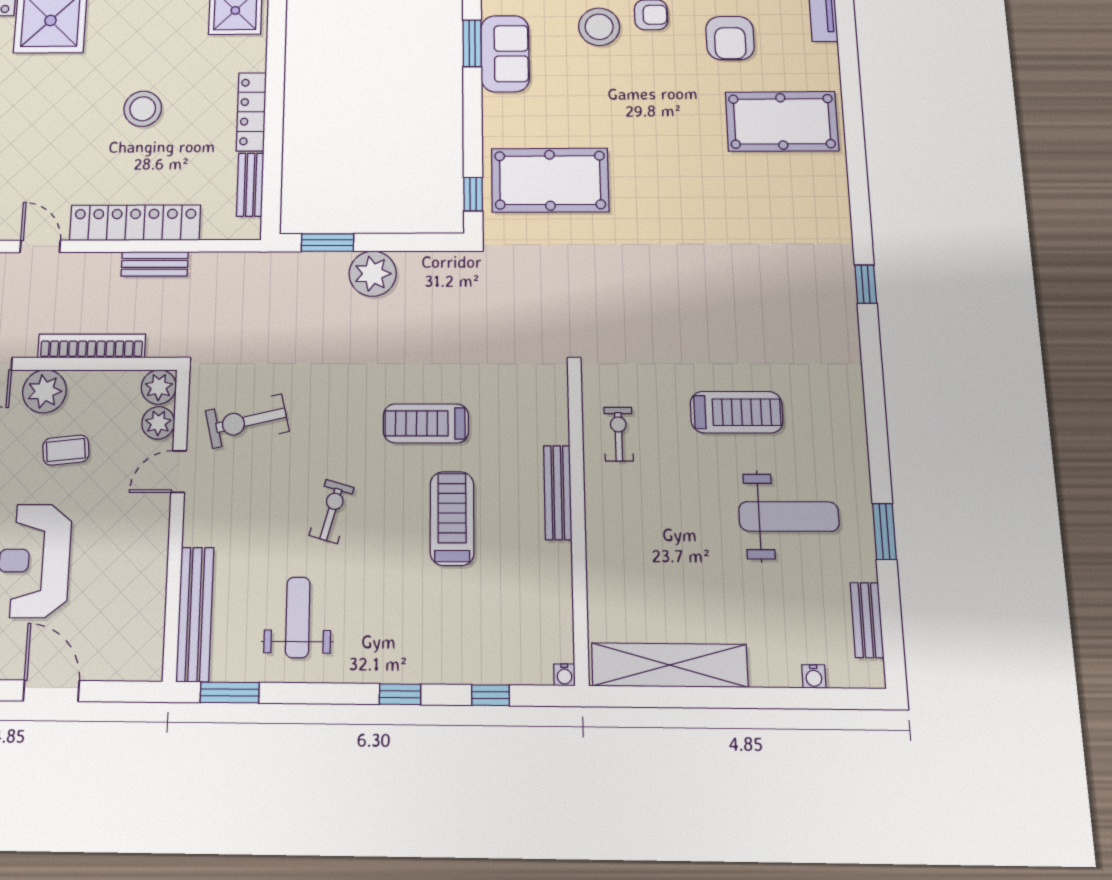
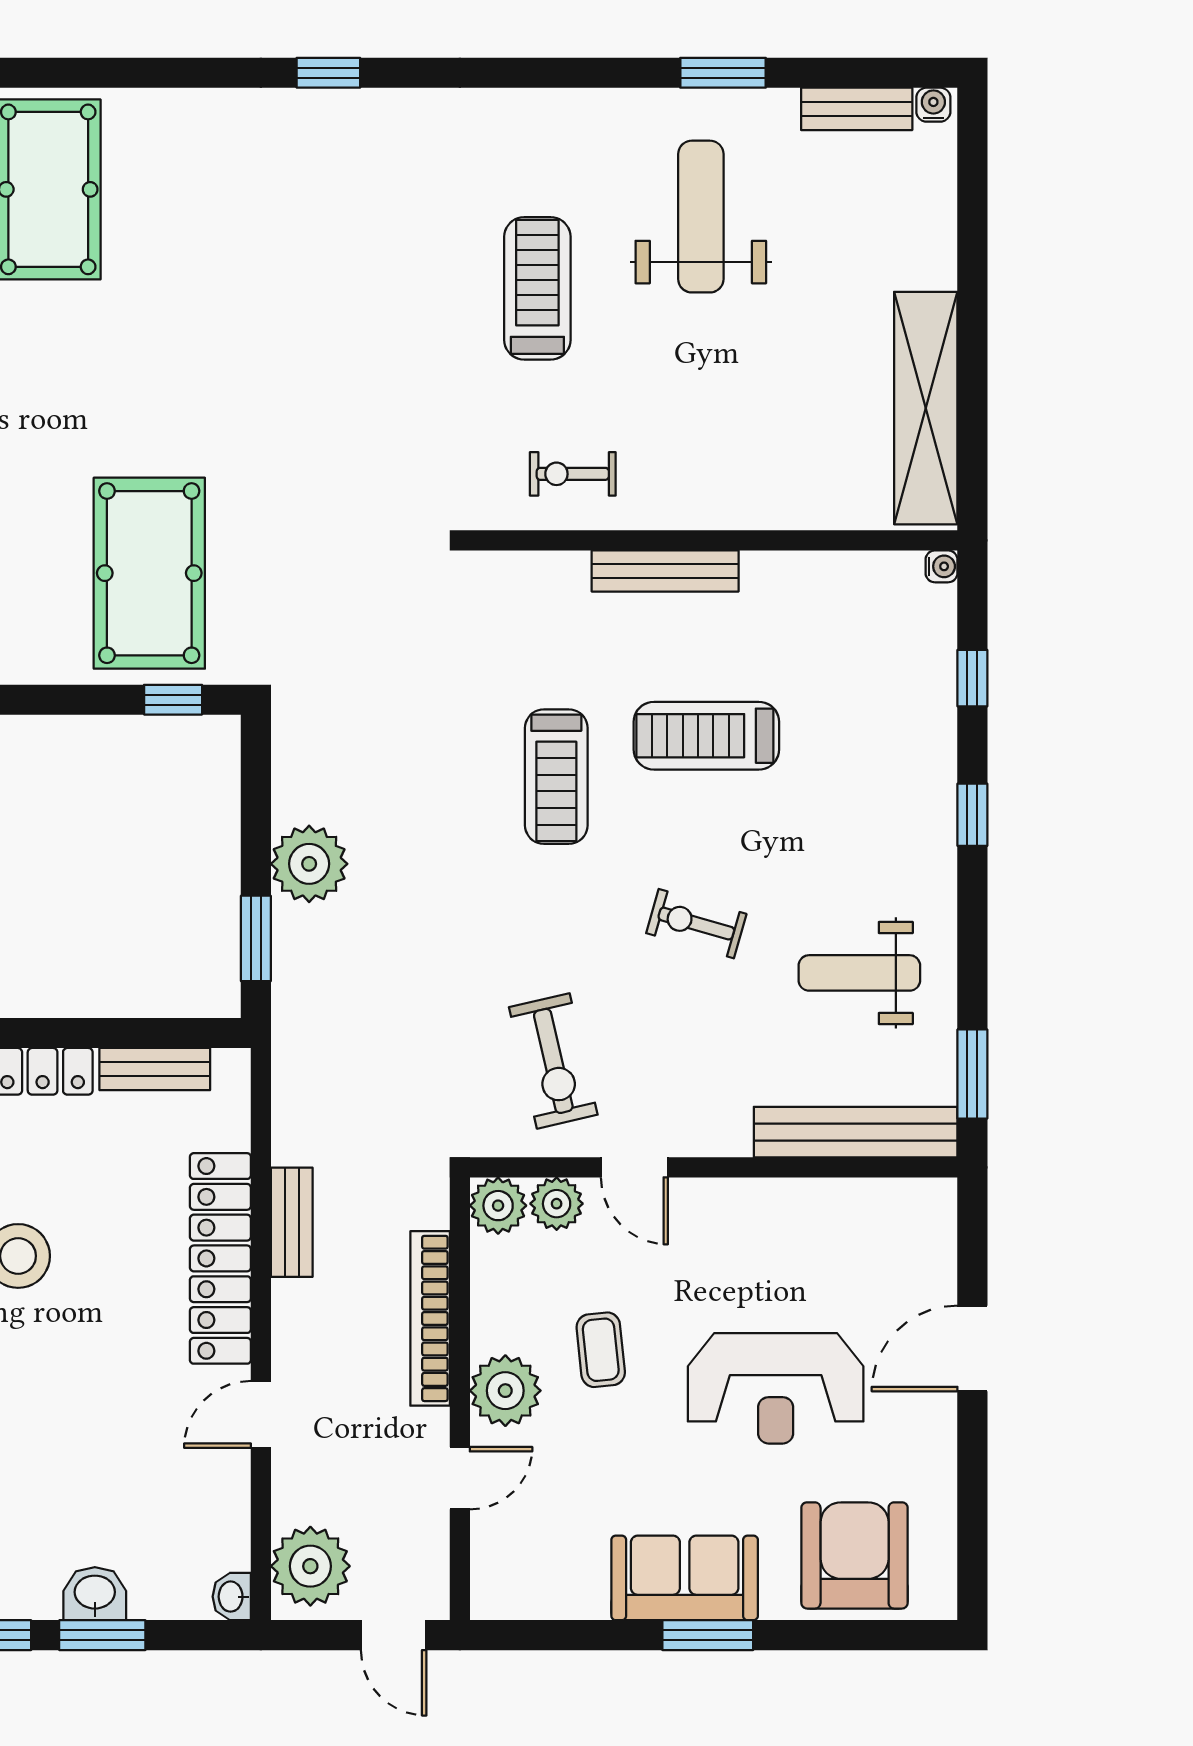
water cooler: (814, 676) -> (933, 105), moved, turned -90

